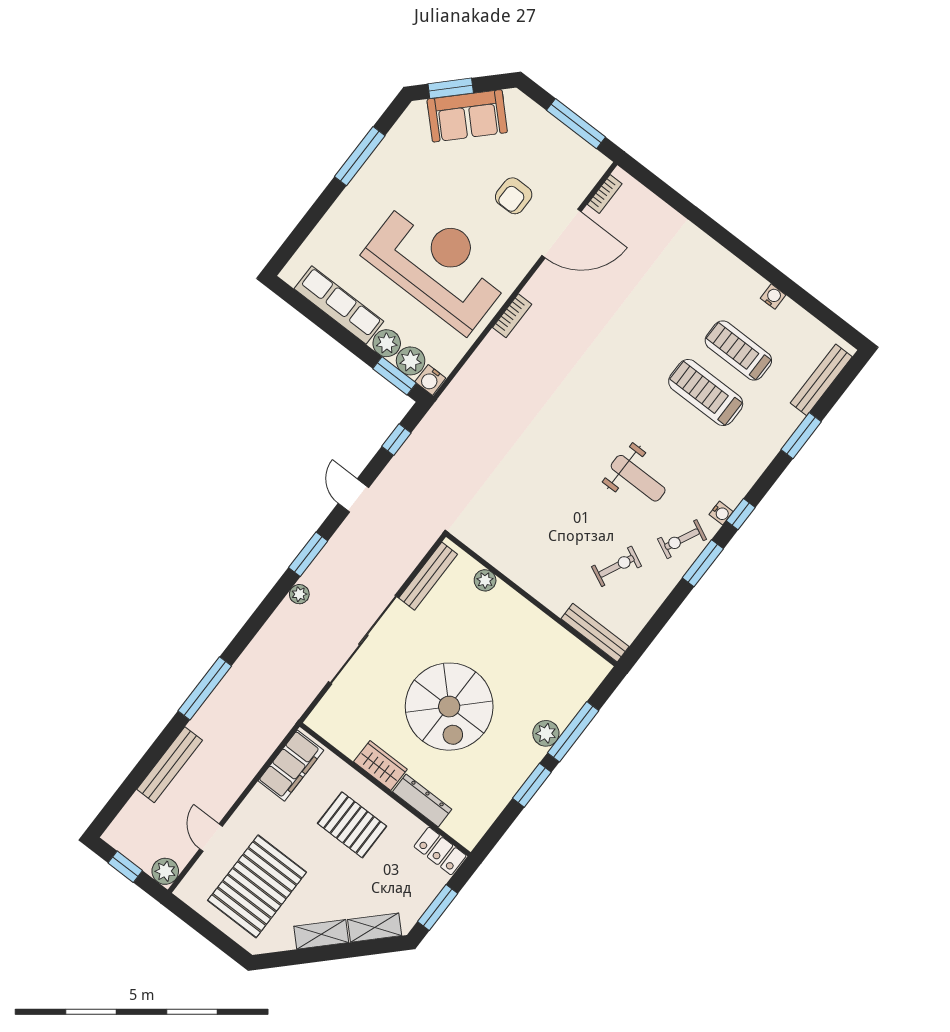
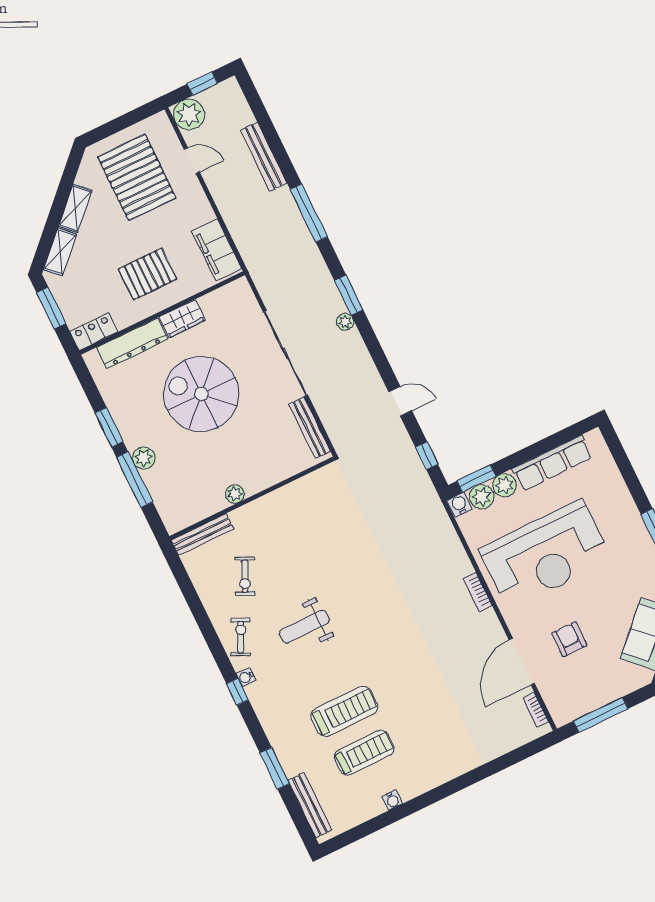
window: (308, 554) -> (349, 295), moved
window: (703, 563) -> (214, 644), removed
plant: (485, 580) -> (235, 494), moved
dresser: (422, 801) -> (132, 343), width x1.37, depth x1.24
plant: (165, 871) -> (189, 115), width x1.36, depth x1.36

